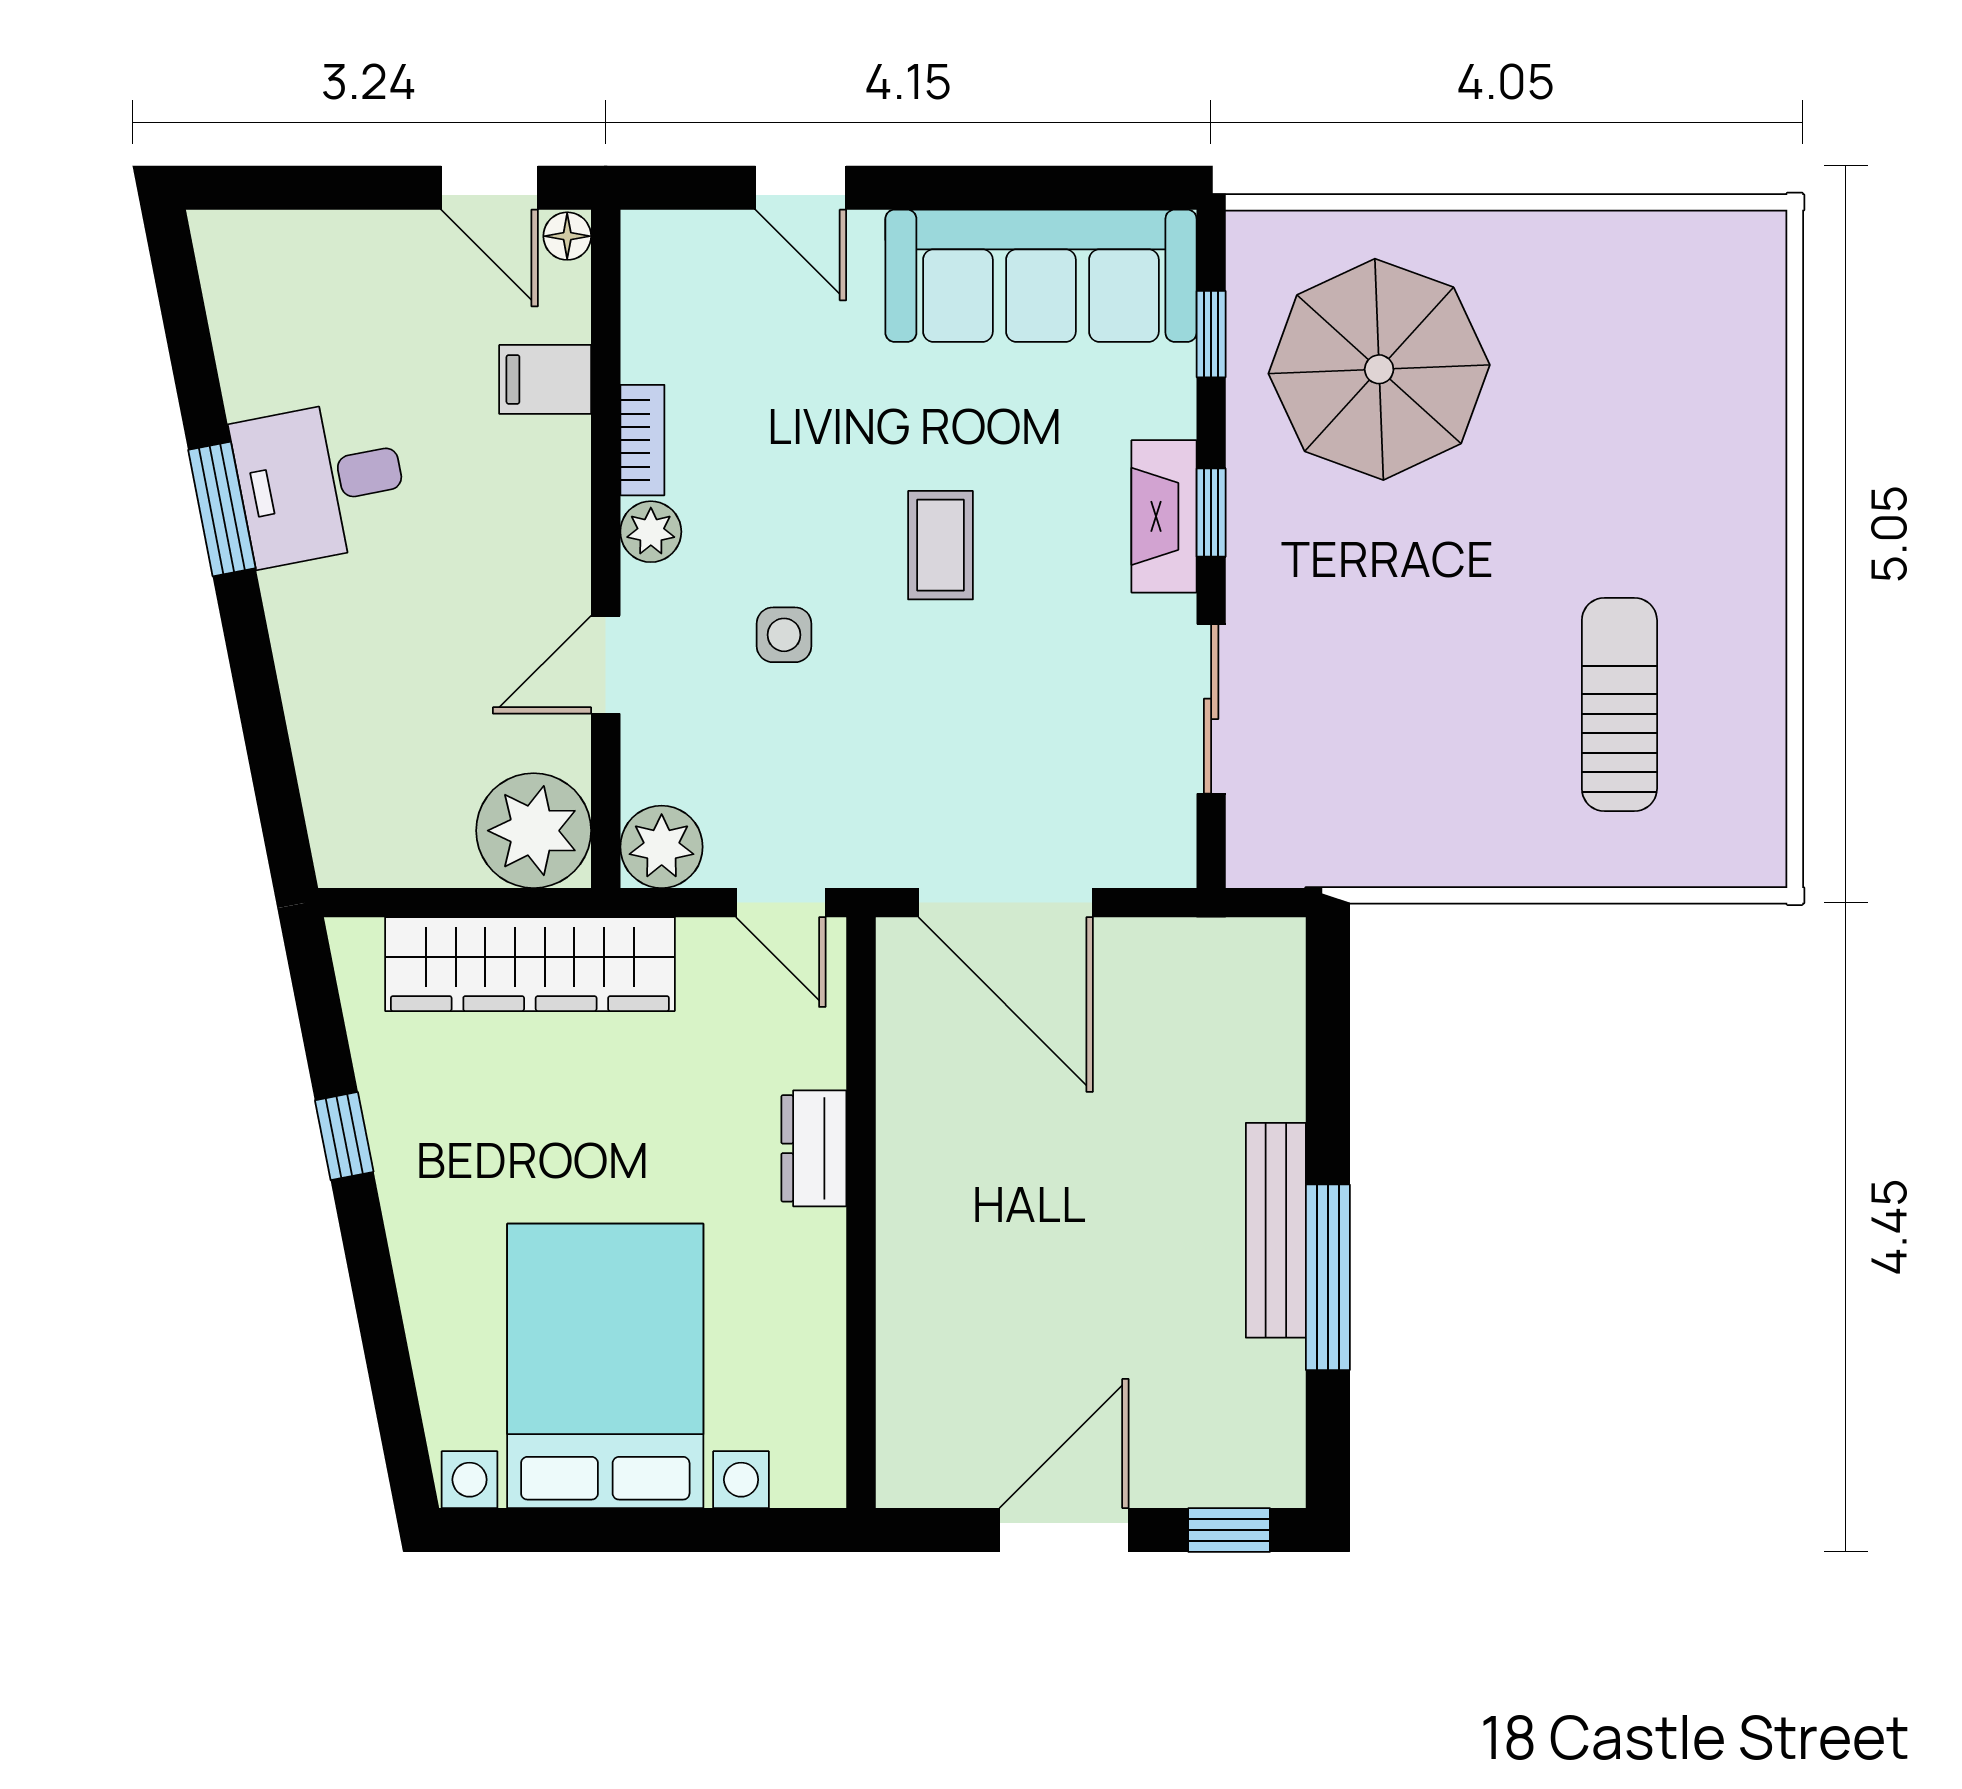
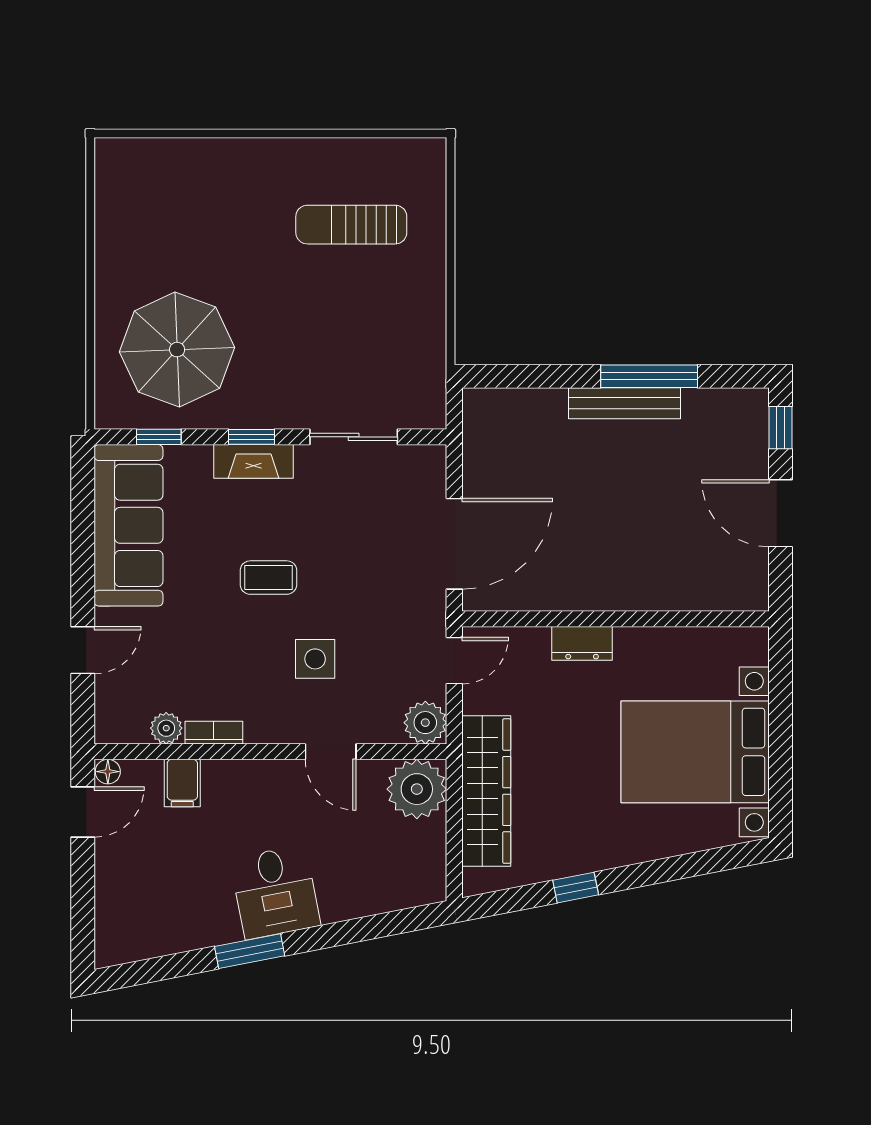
desk: (321, 482) -> (275, 892), moved
plant: (651, 532) -> (166, 728), moved
side table: (784, 635) -> (315, 659), width x1.37, depth x1.37

